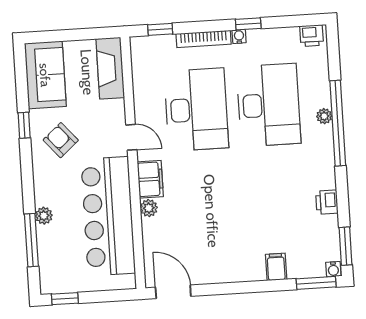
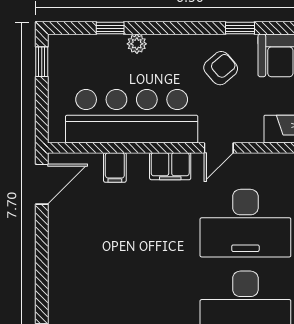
plant: (149, 208) -> (138, 162), removed
window: (31, 240) -> (110, 28), width x0.46
filing cabinet: (276, 267) -> (115, 167), moved, turned 90

